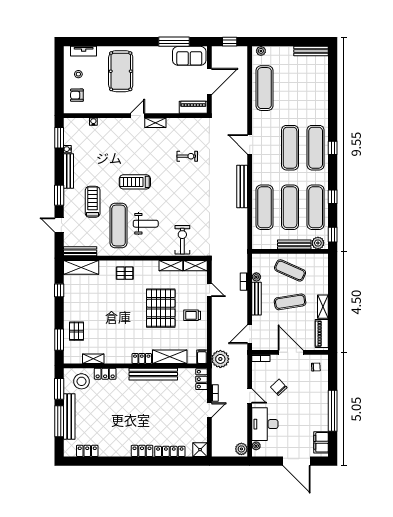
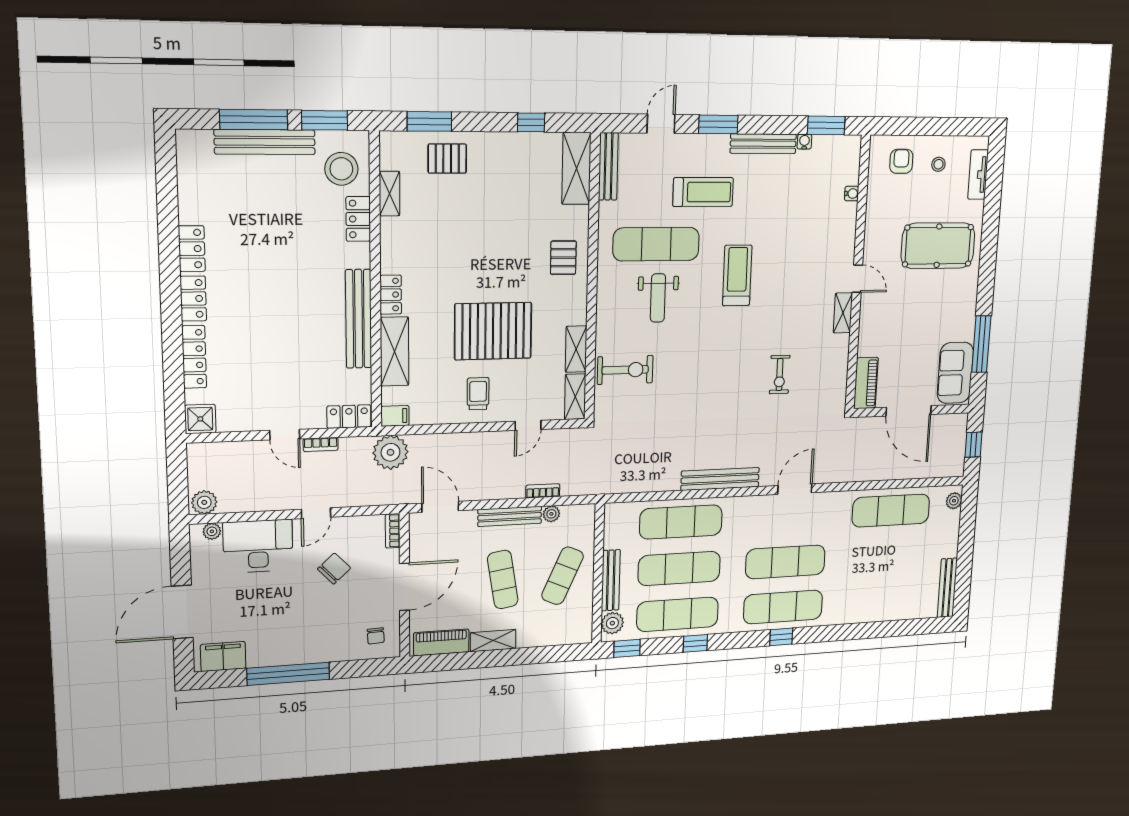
locker: (87, 451) -> (192, 249), moved

